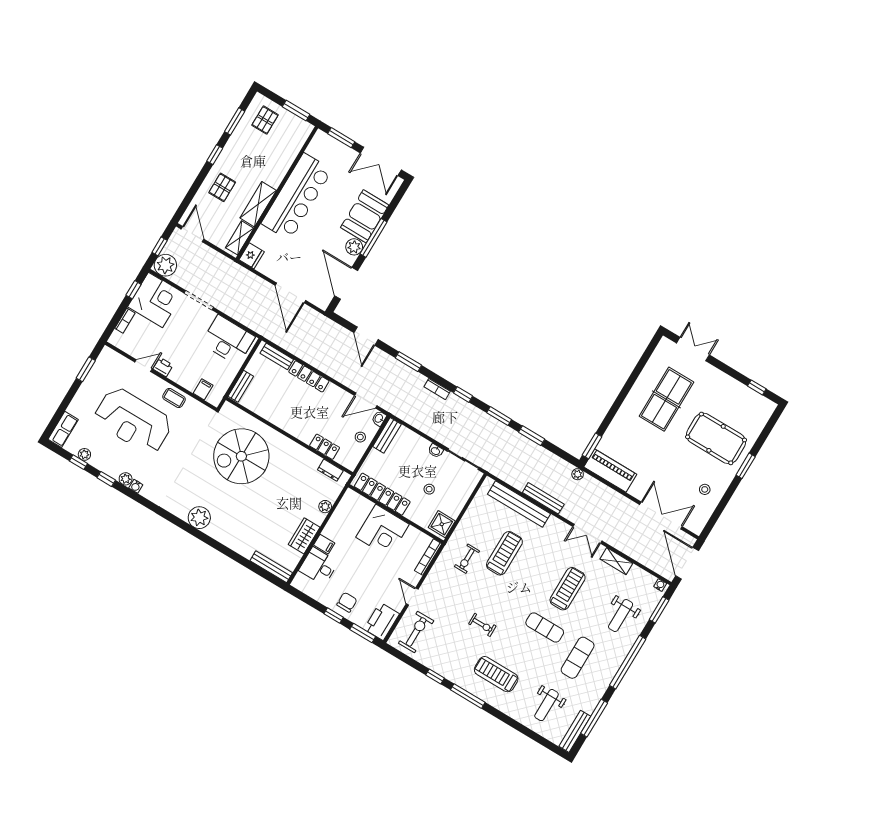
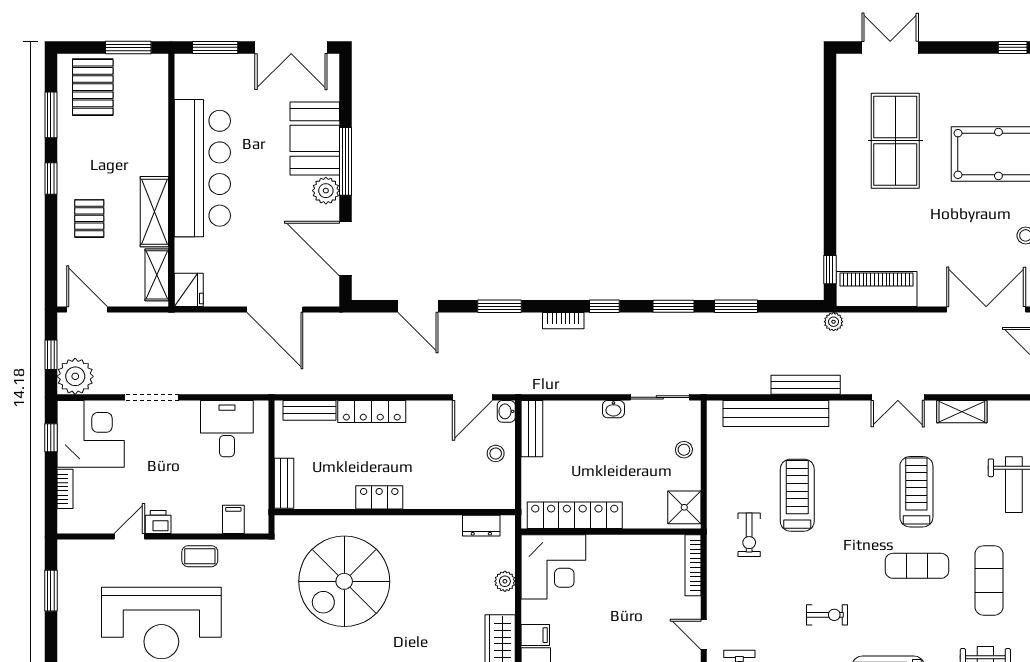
pallet: (265, 120) -> (93, 87), width x1.50, depth x1.42
desk: (228, 340) -> (227, 429), width x0.73
window: (592, 446) -> (830, 270), width x0.67
locker: (325, 447) -> (379, 497), moved
stool: (429, 489) -> (684, 450), moved
corner desk: (383, 531) -> (553, 567), moved

